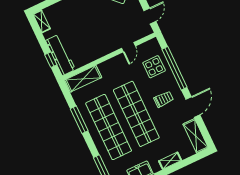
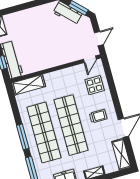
door: (128, 47) -> (90, 59), moved
window: (175, 68) -> (113, 90), removed
window: (79, 120) -> (23, 137), moved

